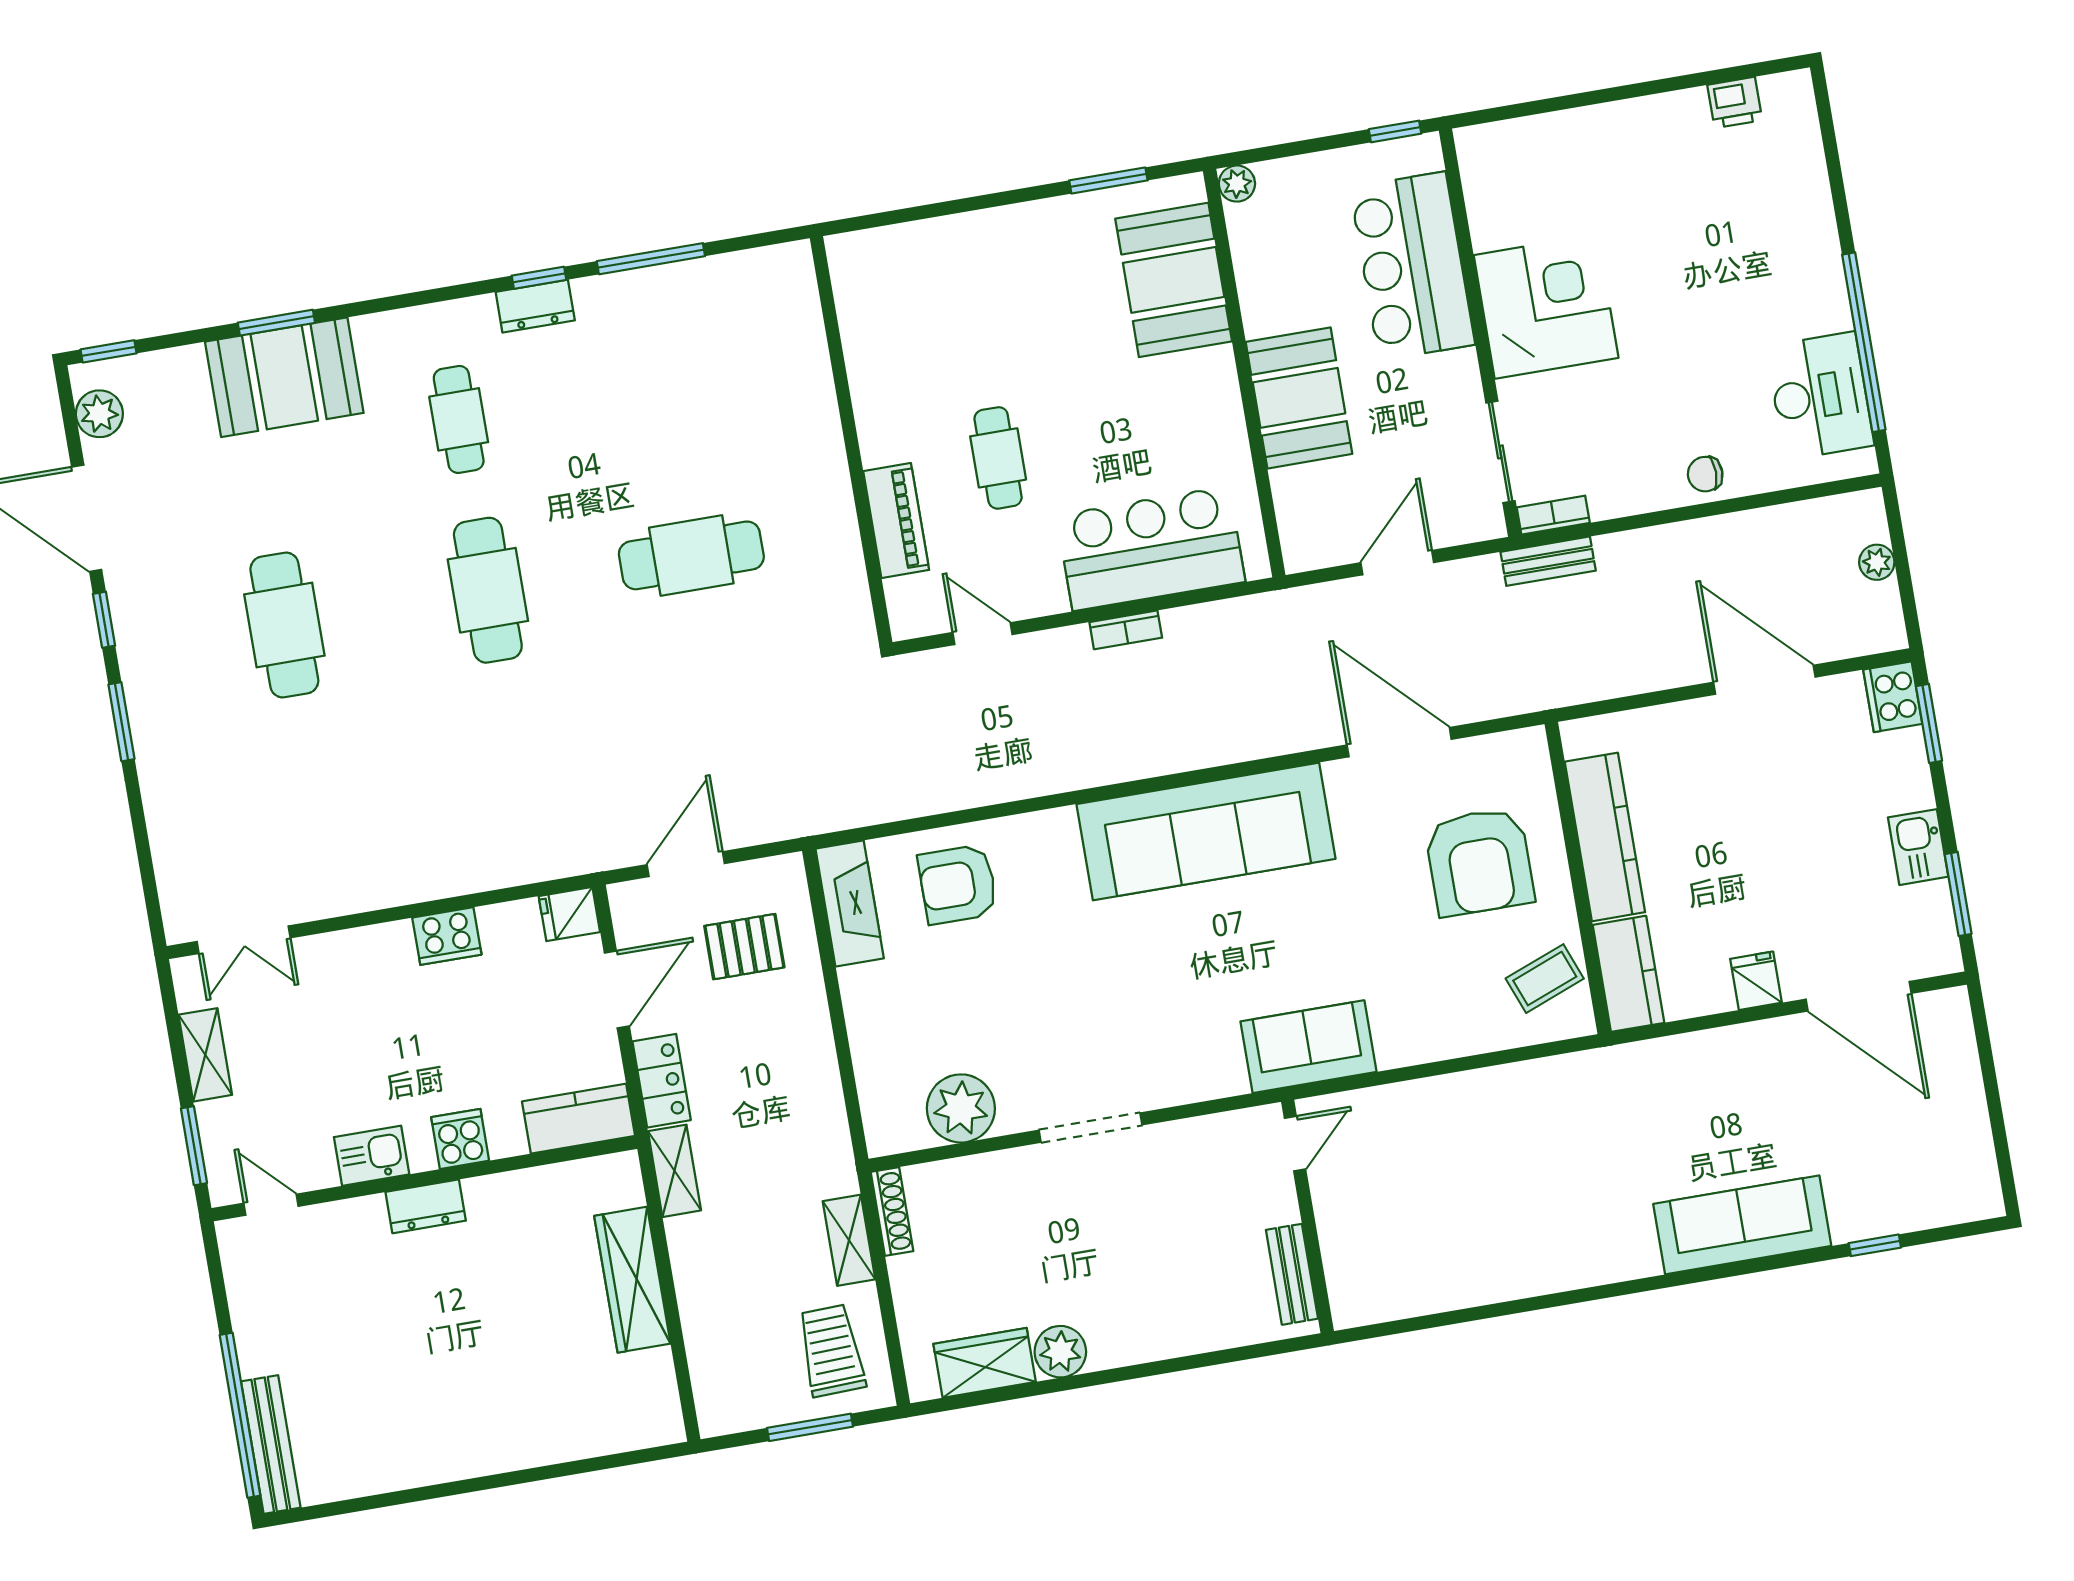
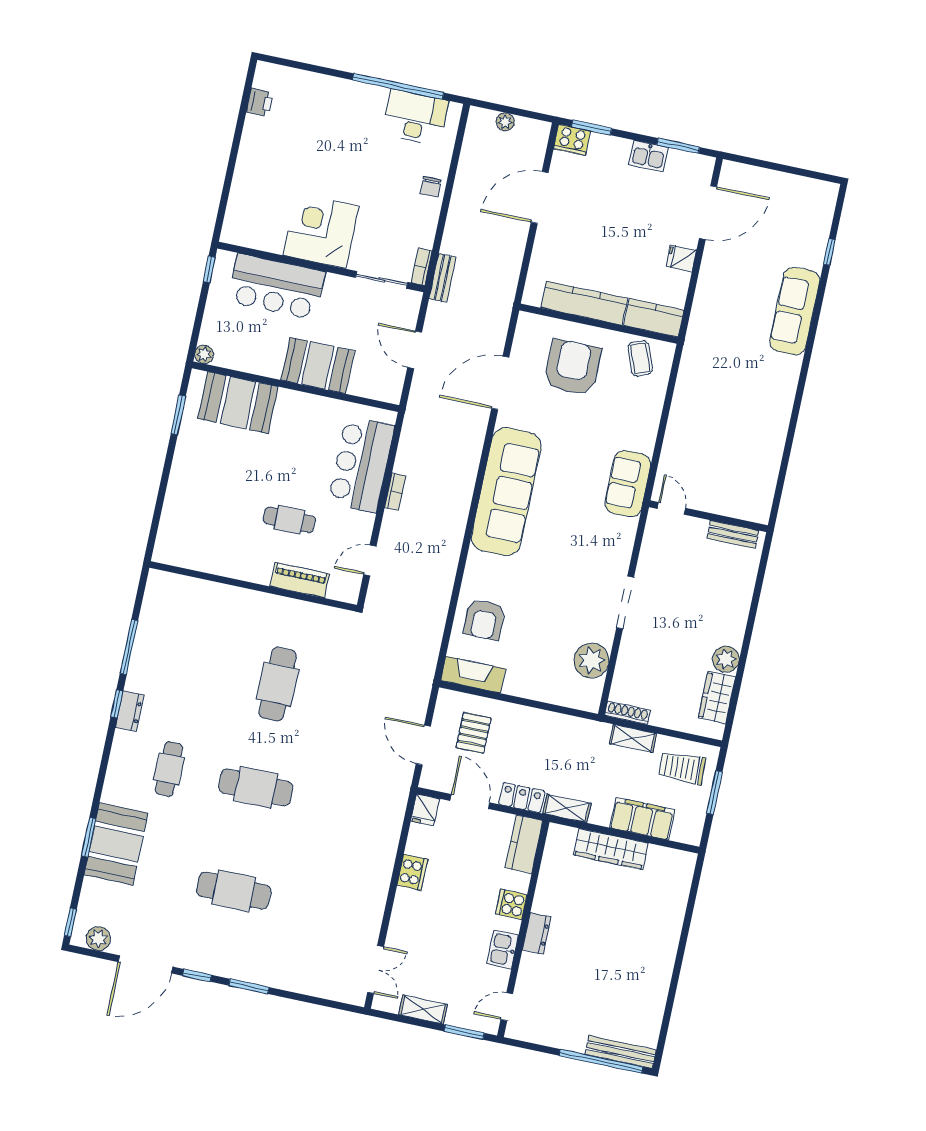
cafe table: (459, 419) -> (169, 769), turned 90
armchair: (1479, 862) -> (572, 367), turned -90
filing cabinet: (710, 1315) -> (642, 819), added

